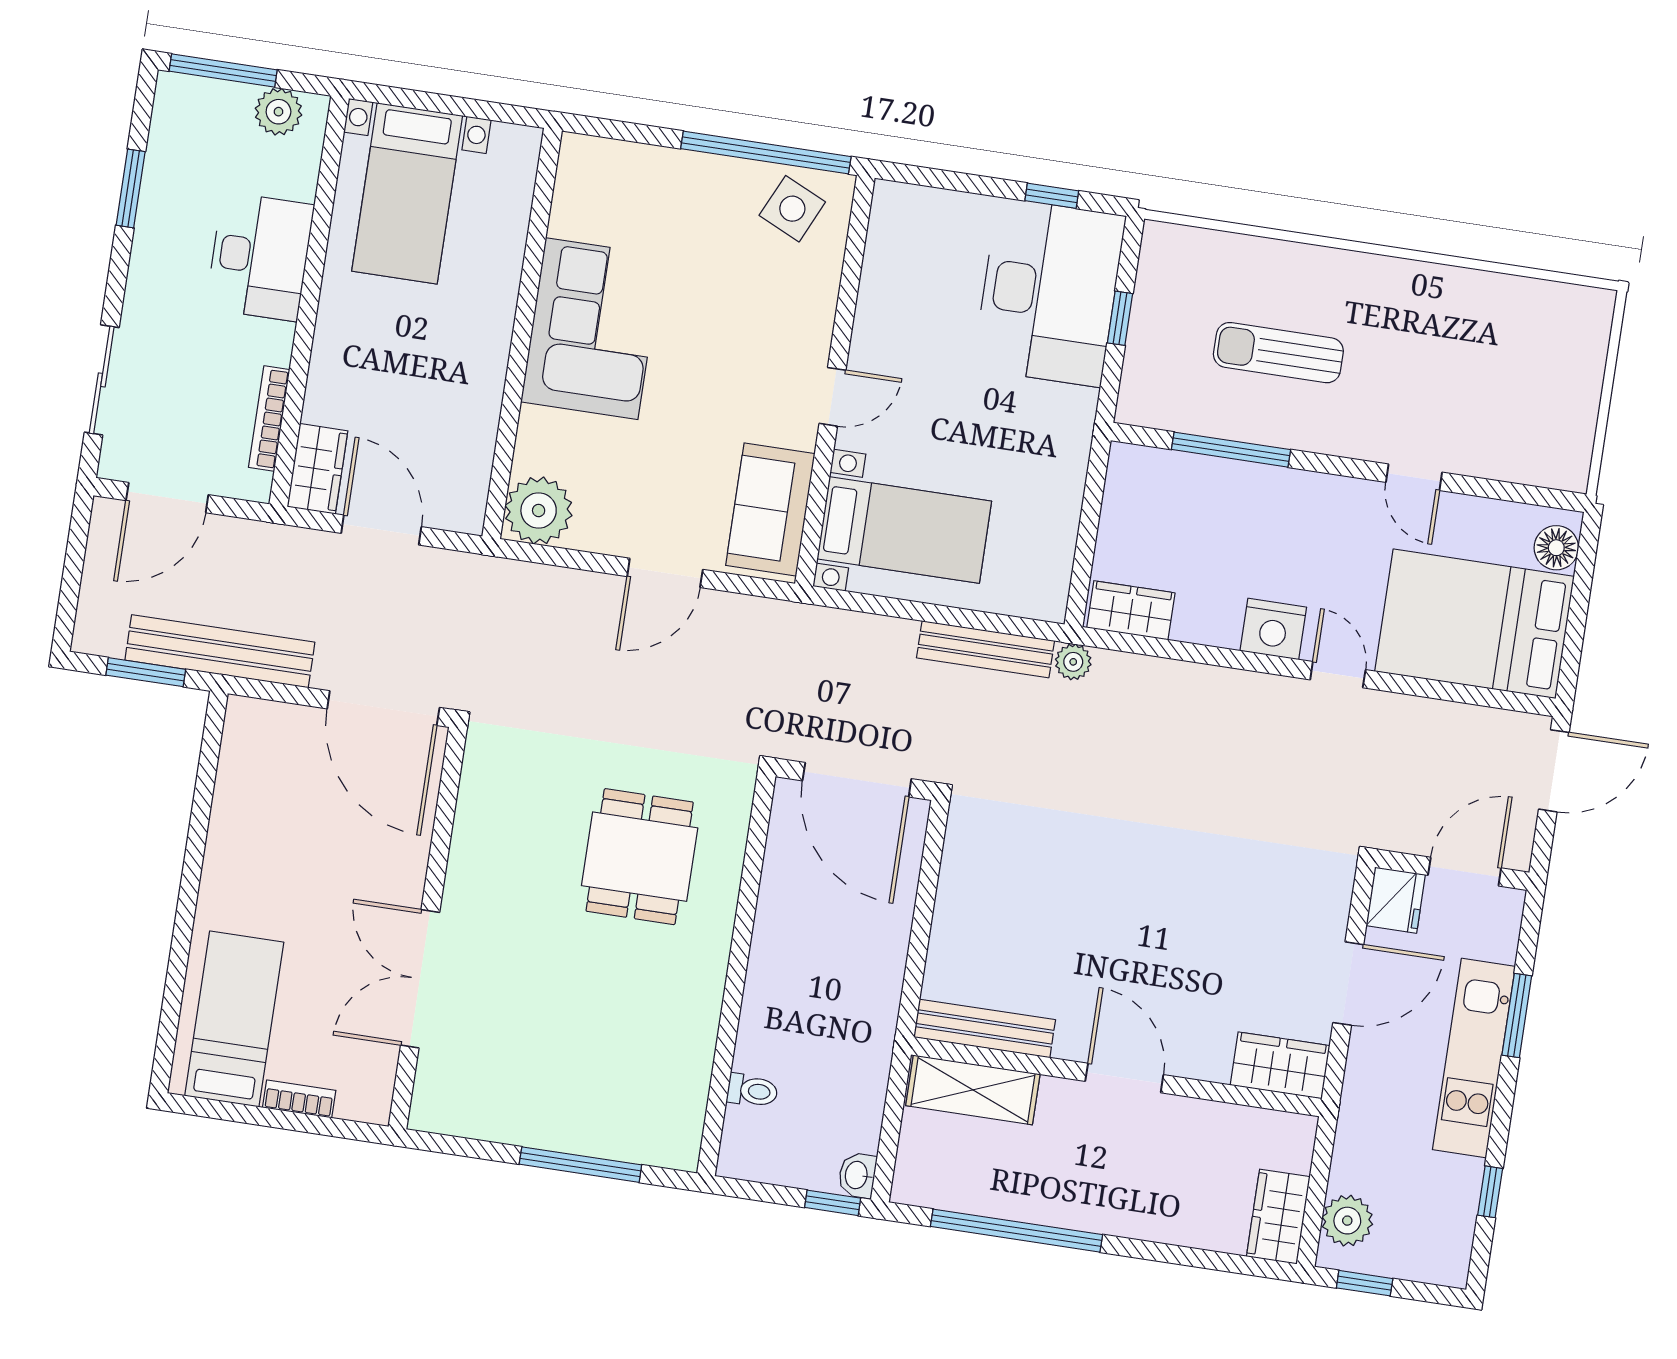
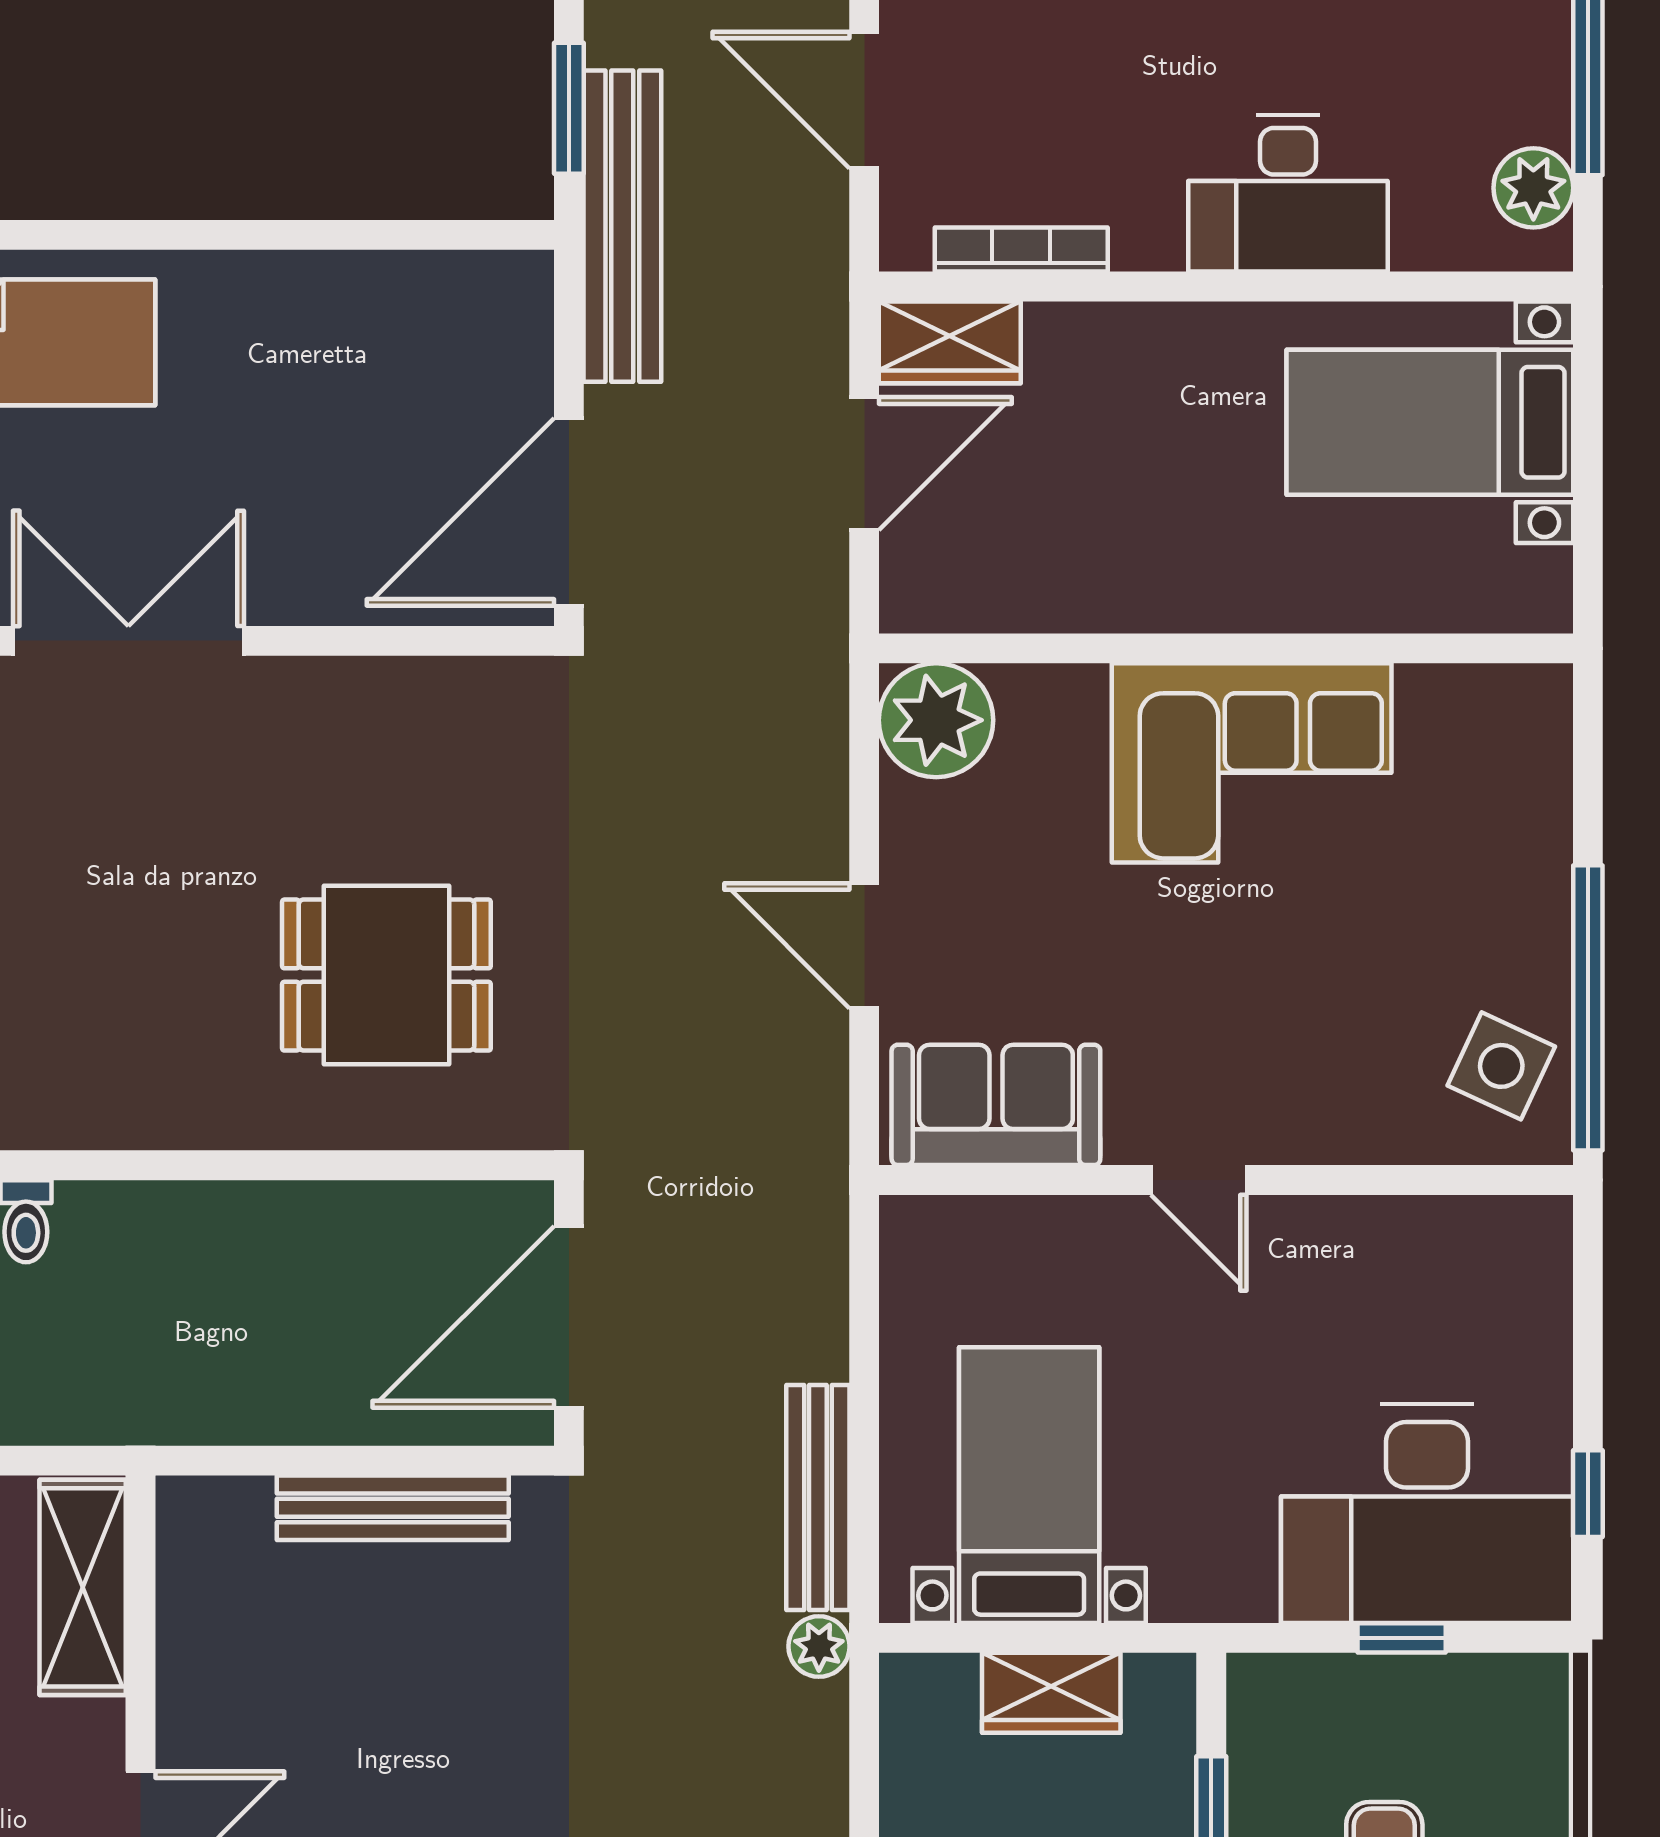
bed with nightstands: (904, 530) -> (1029, 1485), moved, turned 180
wardrobe: (1131, 610) -> (1051, 1693), moved, turned 90
bench: (985, 1028) -> (393, 1508), moved, turned 90

